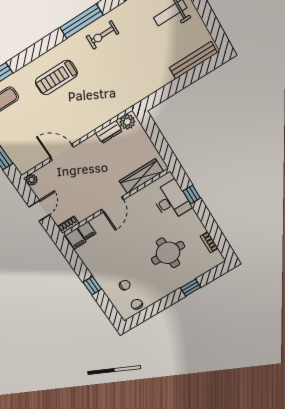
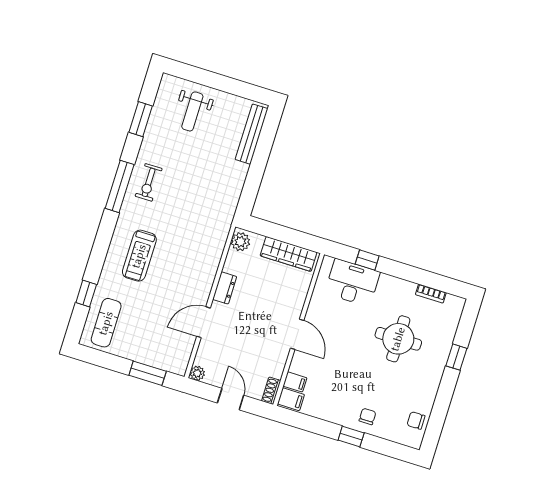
dresser: (109, 132) -> (225, 288), moved
wardrobe: (141, 176) -> (289, 254), moved, turned -90
chair: (125, 285) -> (367, 416), moved

